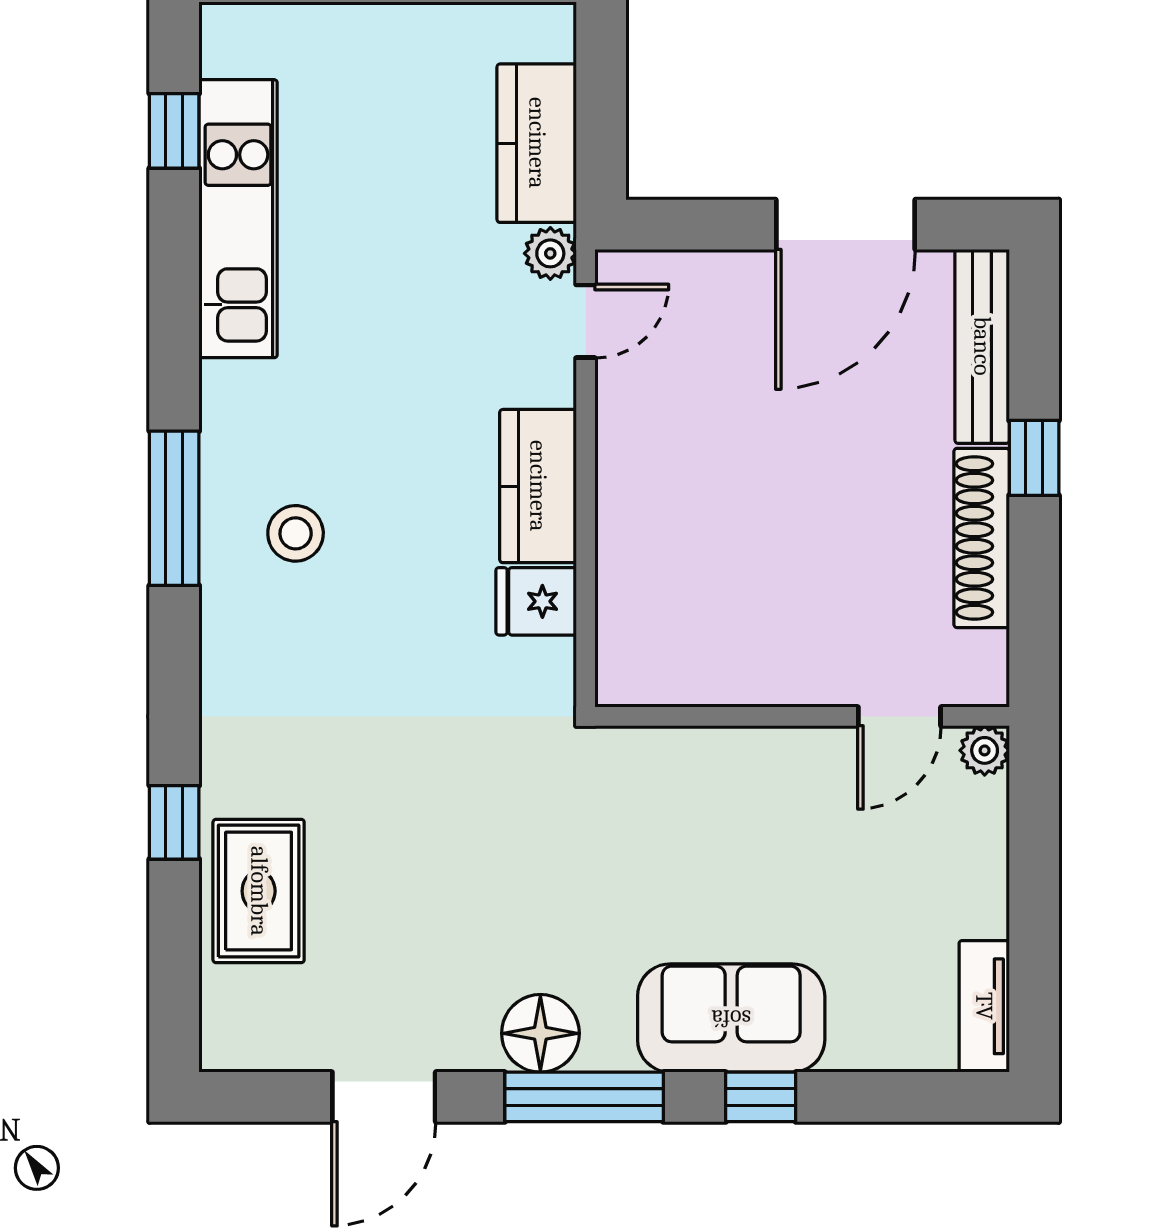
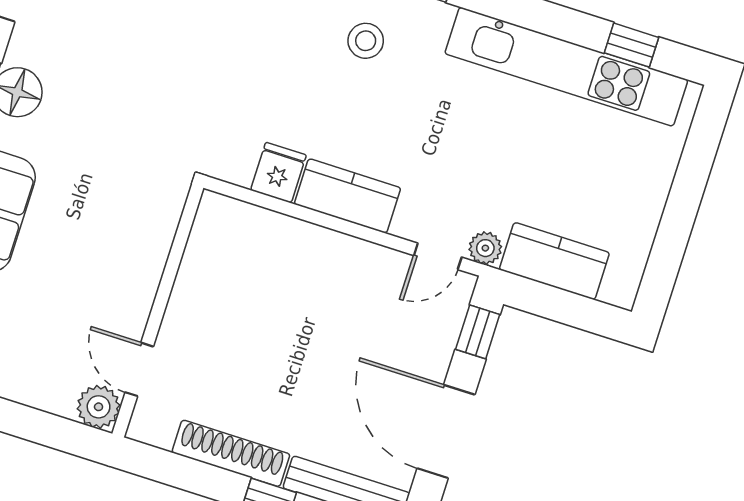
kitchen unit: (238, 219) -> (566, 67), width x1.36
window: (680, 225) -> (478, 332), added
door: (586, 321) -> (438, 256), hinge flipped
plant: (985, 750) -> (99, 407), width x1.38, depth x1.38

